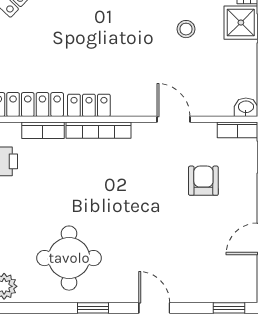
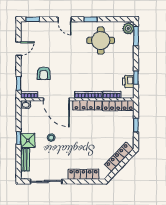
locker: (89, 105) -> (87, 105), width x1.53
door: (174, 119) -> (56, 99), width x1.88

